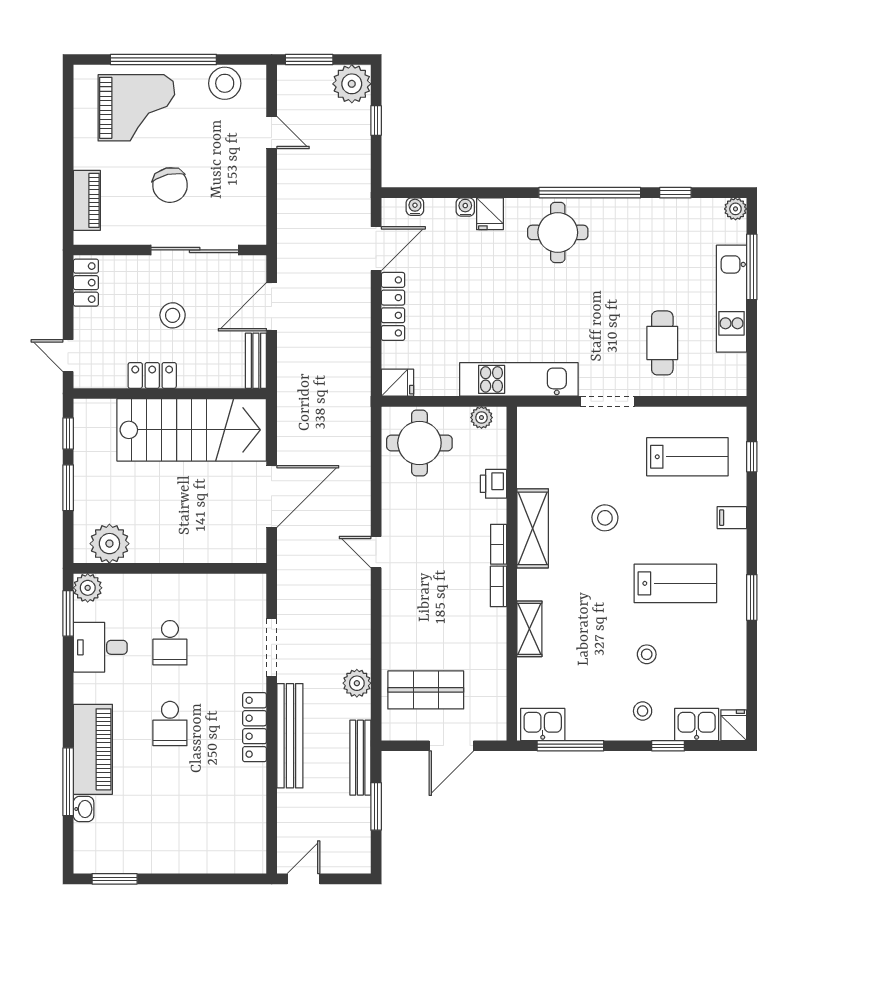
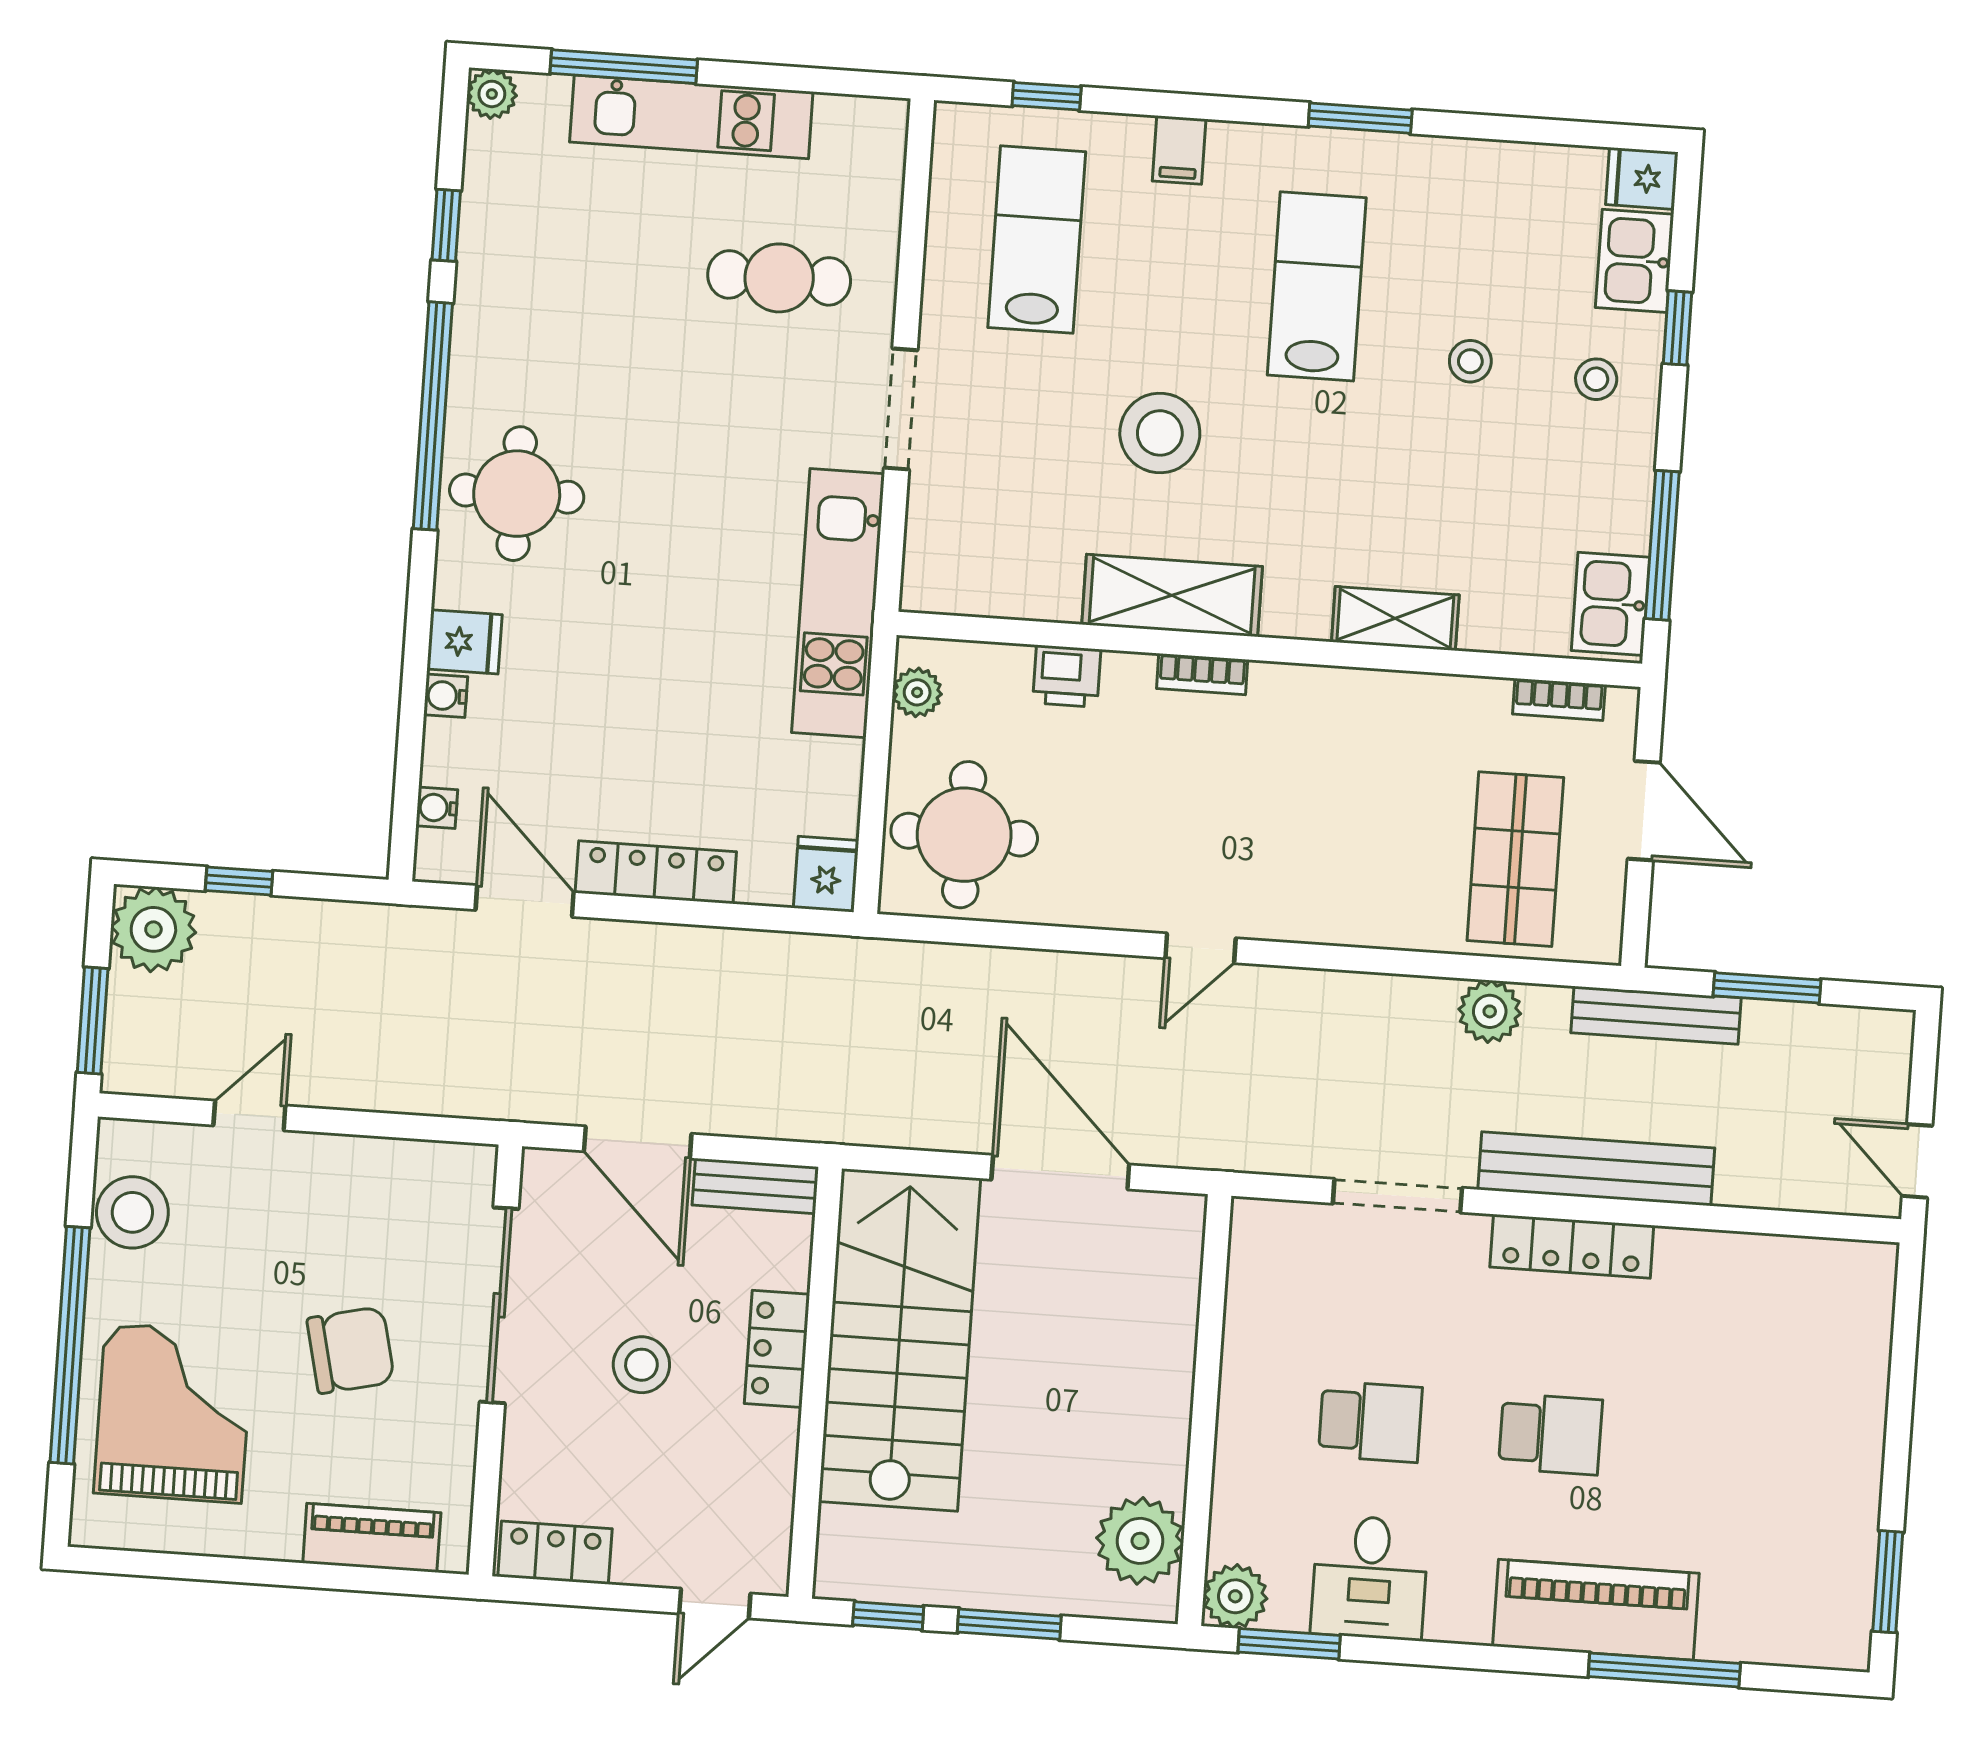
locker: (152, 375) -> (777, 1349), moved
stool: (605, 518) -> (1160, 433), width x1.38, depth x1.38
bookcase: (498, 586) -> (1559, 699), moved
washbasin: (84, 809) -> (1727, 1640), removed

